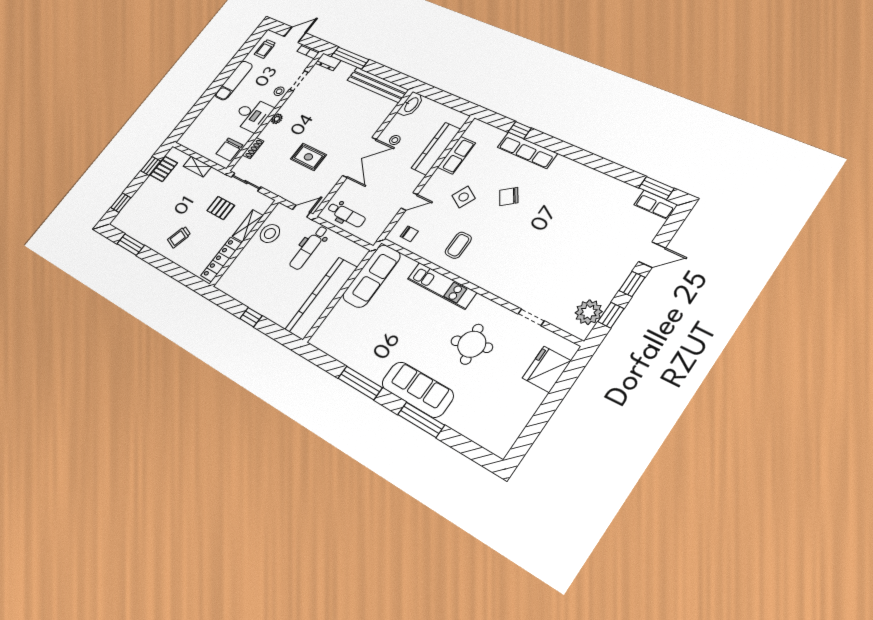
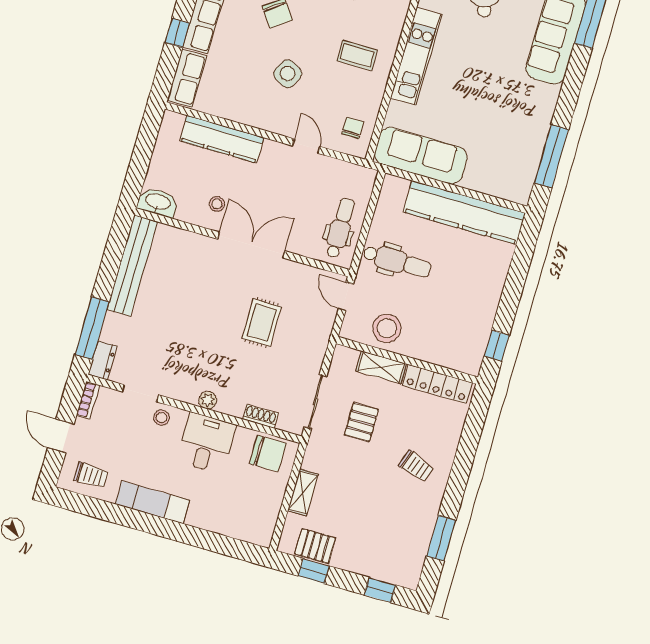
row of seats: (456, 155) -> (187, 78), moved, turned 90
window: (251, 317) -> (497, 346), moved
window: (360, 383) -> (551, 156), moved

